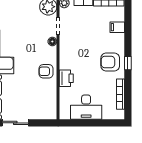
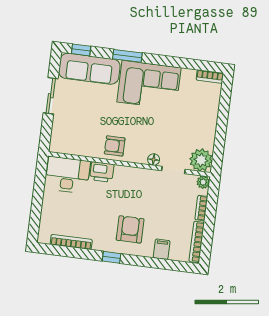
armchair: (110, 62) -> (130, 229), moved
armchair: (46, 71) -> (115, 146), turned -90
desk: (86, 107) -> (68, 175), moved, turned 90

